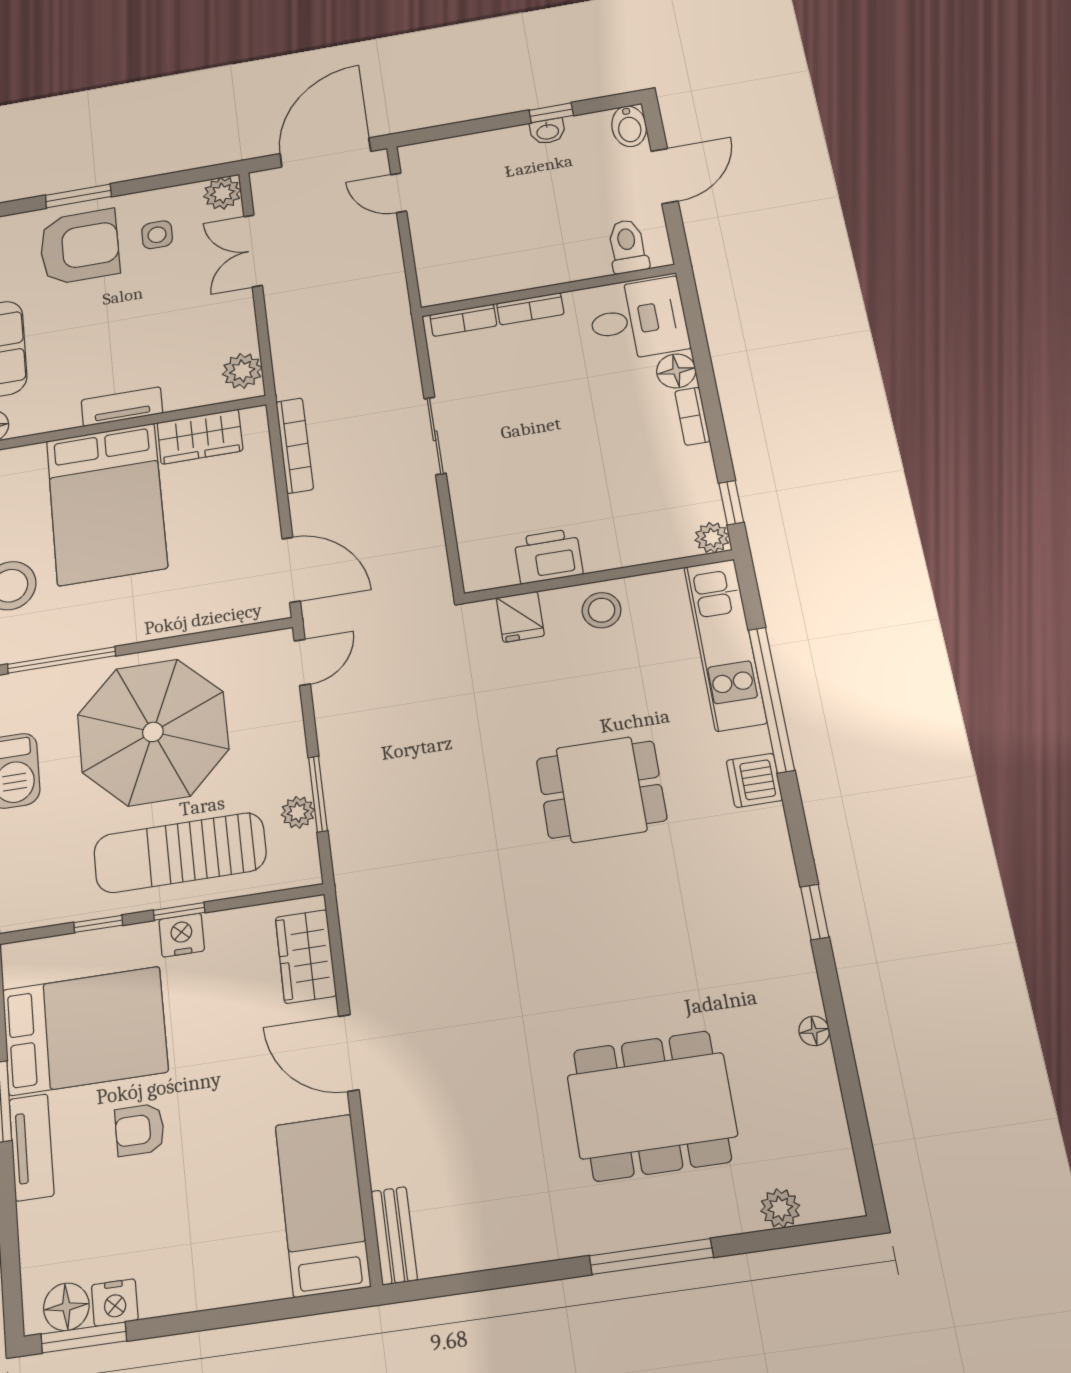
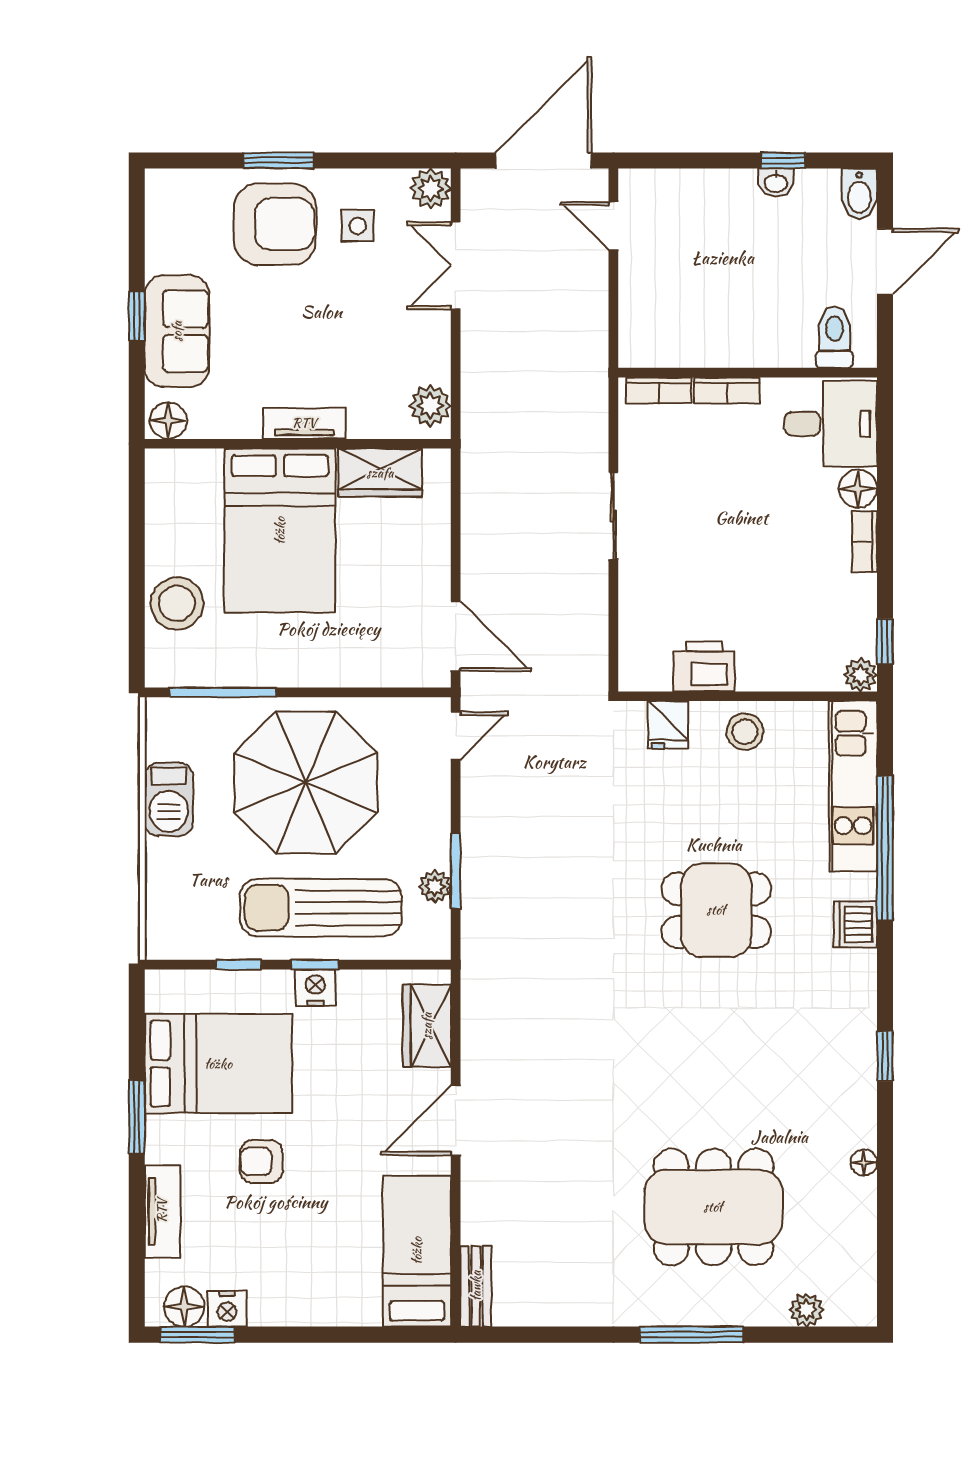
bookcase: (295, 445) -> (474, 501), removed
door: (349, 1053) -> (456, 1120), hinge flipped
tv unit: (31, 1147) -> (162, 1211), moved

